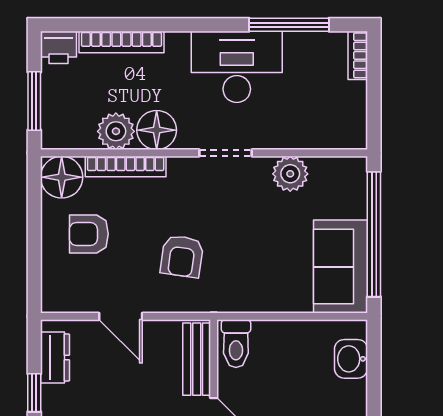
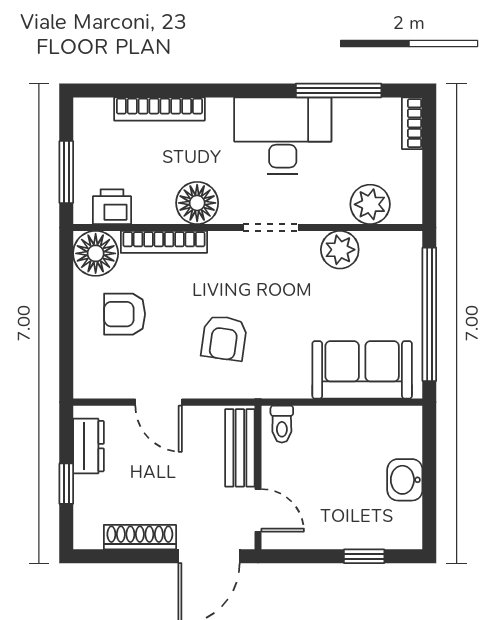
printer: (59, 47) -> (112, 207), moved, turned 180
plant: (116, 131) -> (370, 204), moved
sofa: (341, 267) -> (362, 370), moved, turned 90
toilet: (236, 344) -> (282, 424), width x0.73, depth x0.72
washbasin: (351, 359) -> (405, 480), moved

